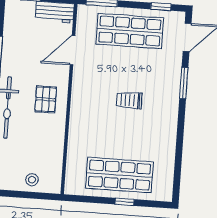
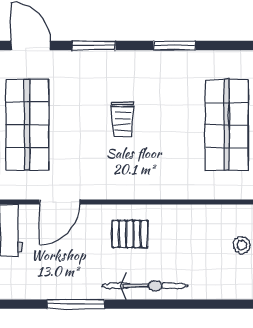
door: (72, 50) -> (60, 202), hinge flipped
window: (180, 141) -> (175, 46), added

